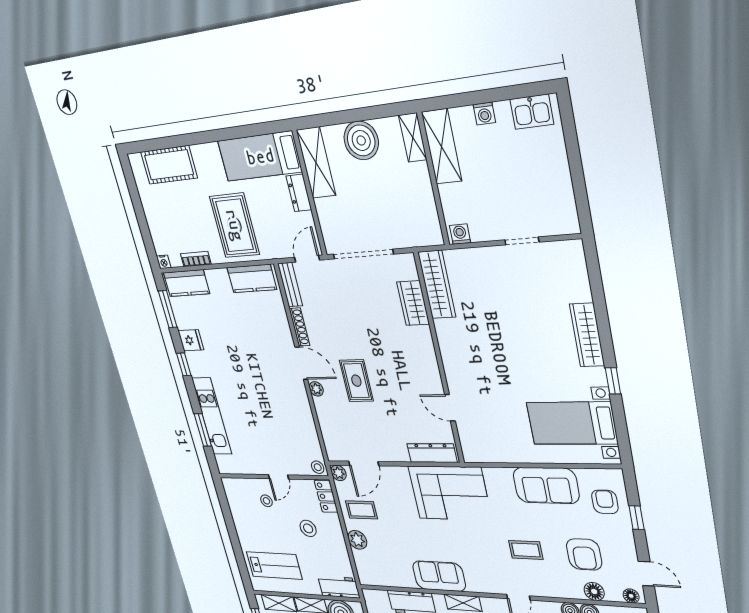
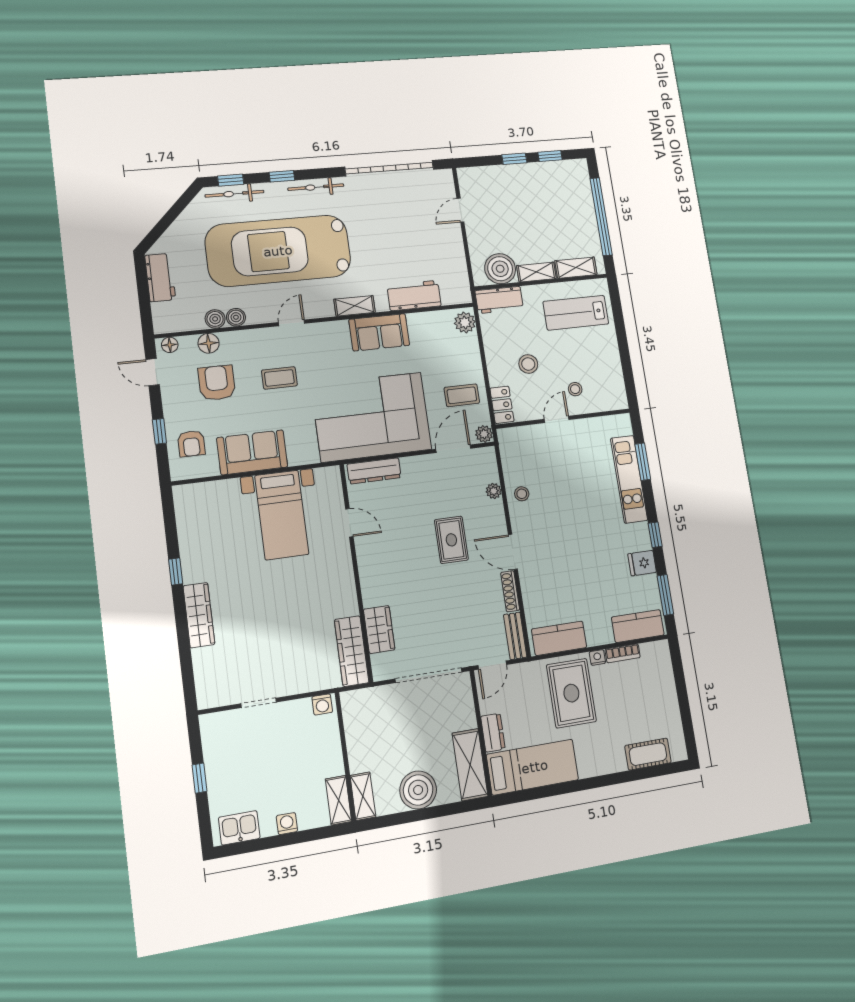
shelving: (442, 147) -> (338, 800), width x0.67, depth x0.75
cot: (169, 165) -> (648, 754), width x0.73, depth x0.75
window: (576, 167) -> (199, 778), added
nightstand: (164, 262) -> (597, 657), moved
plant: (316, 389) -> (494, 491), moved
bed with nightstands: (572, 423) -> (282, 515), moved, turned 90
stool: (318, 467) -> (522, 494), moved
corner sofa: (450, 493) -> (371, 417), width x1.36, depth x1.36
plant: (357, 540) -> (465, 322), moved

